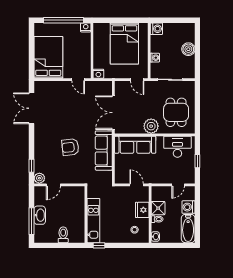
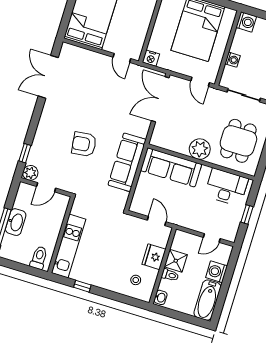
double door: (113, 113) -> (160, 99), moved
wall: (86, 214) -> (61, 235), moved
kitchen unit: (93, 221) -> (69, 246), moved

